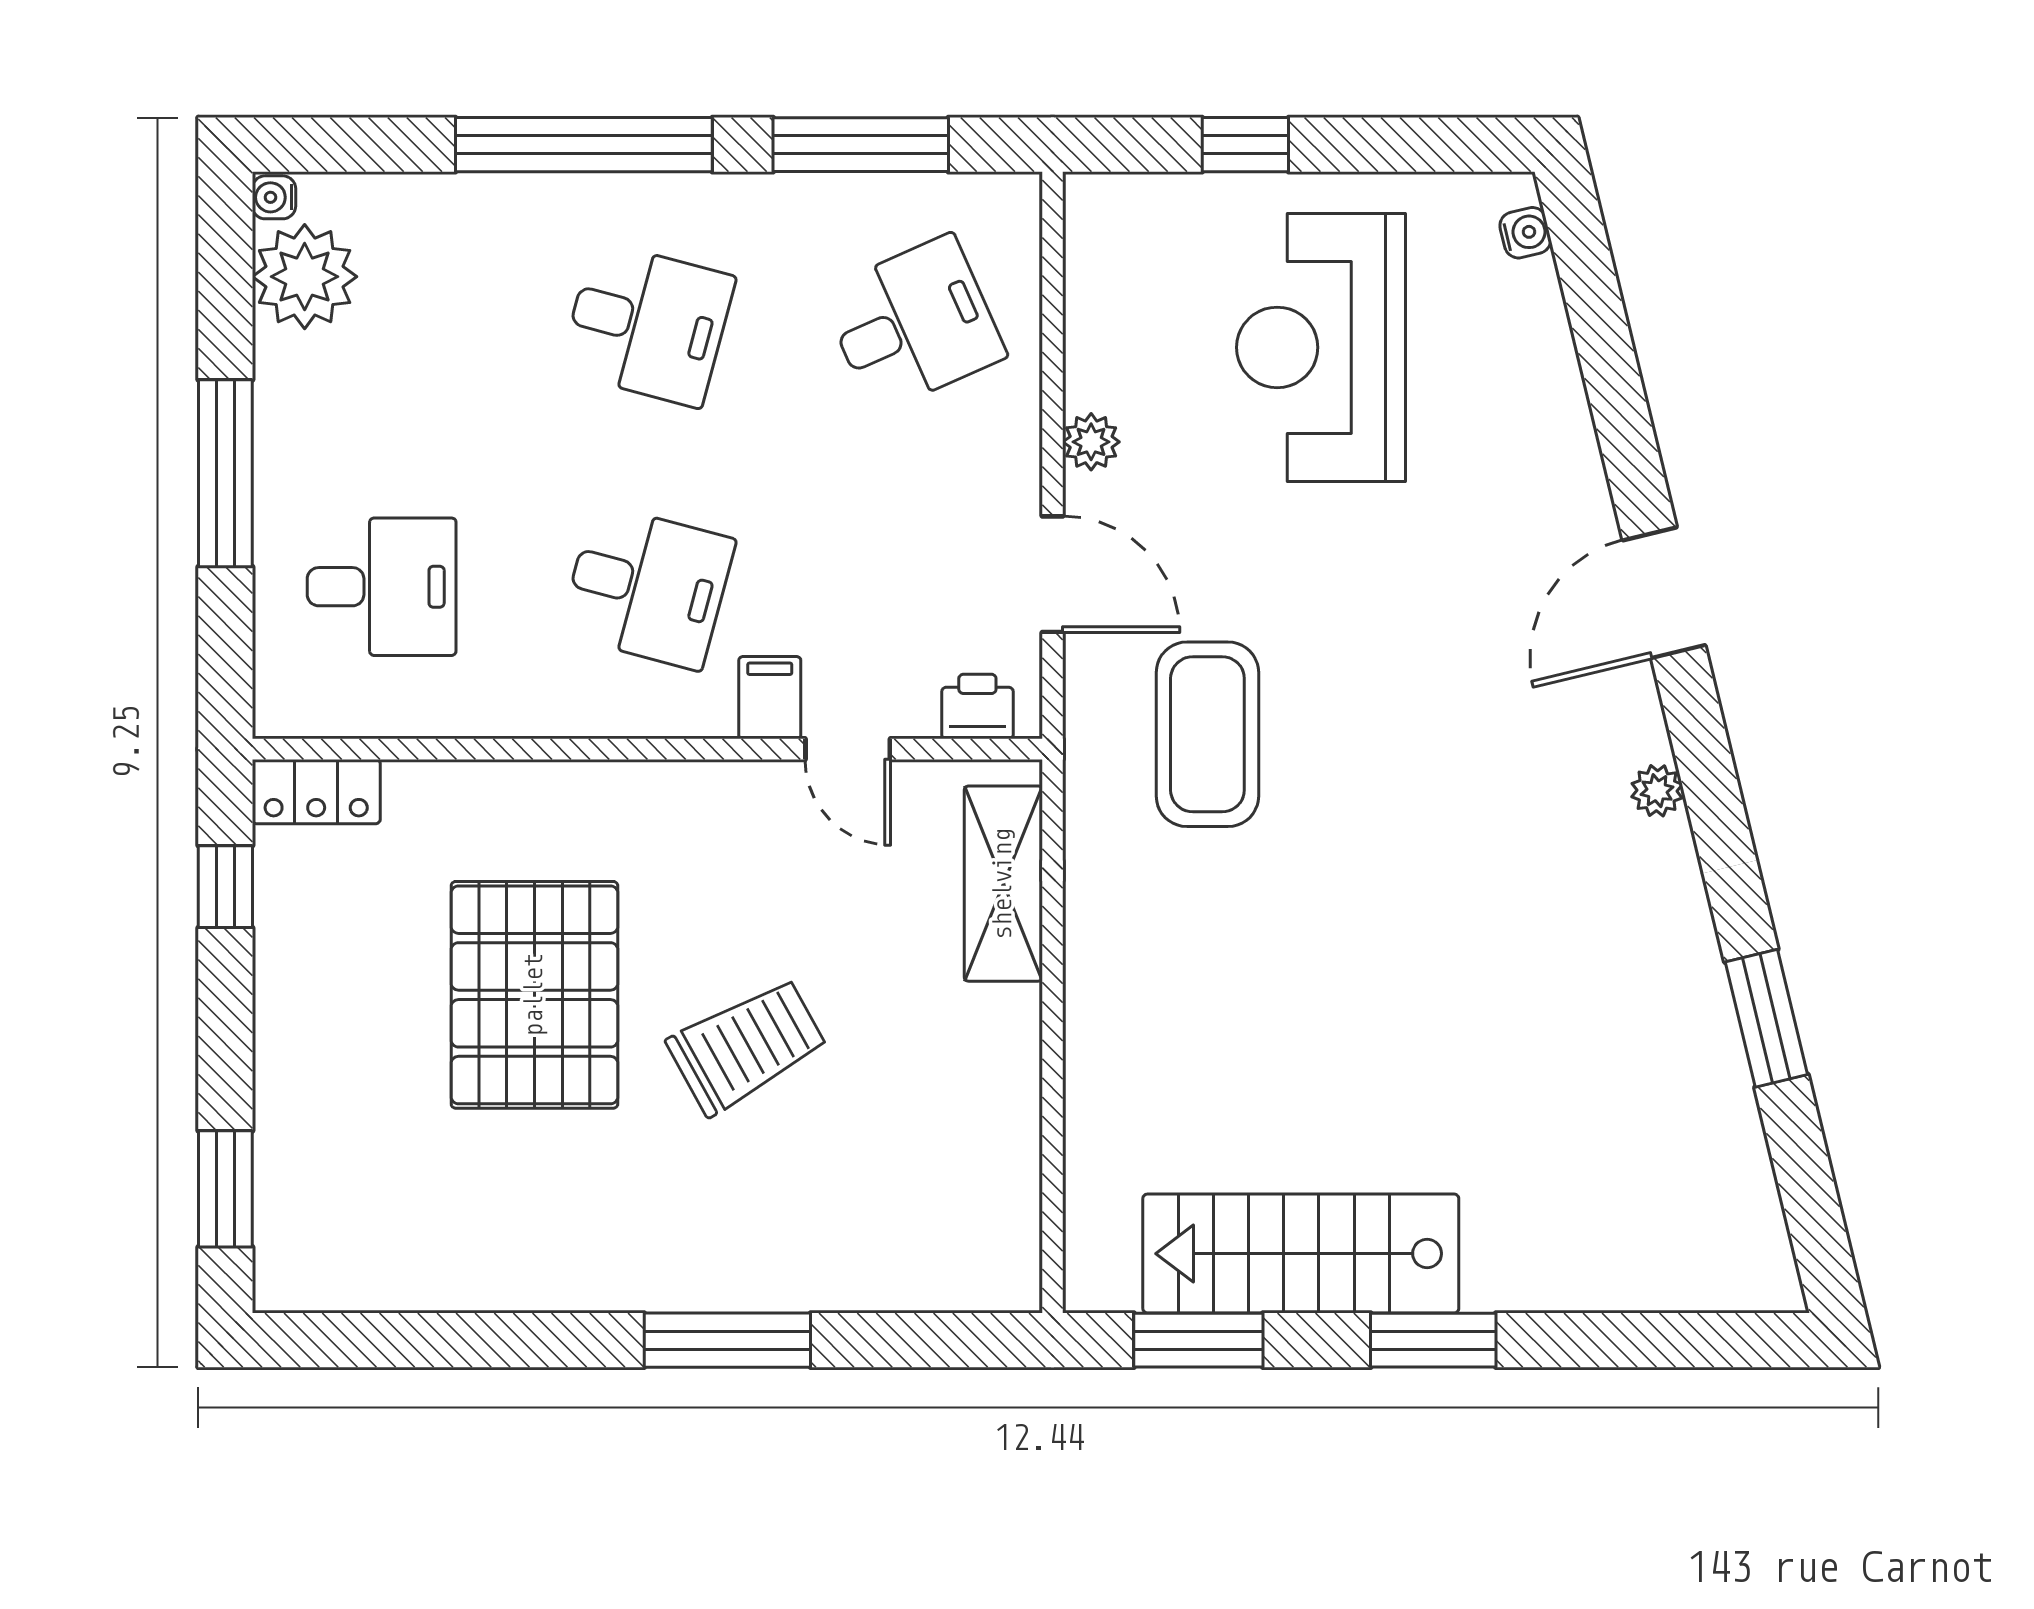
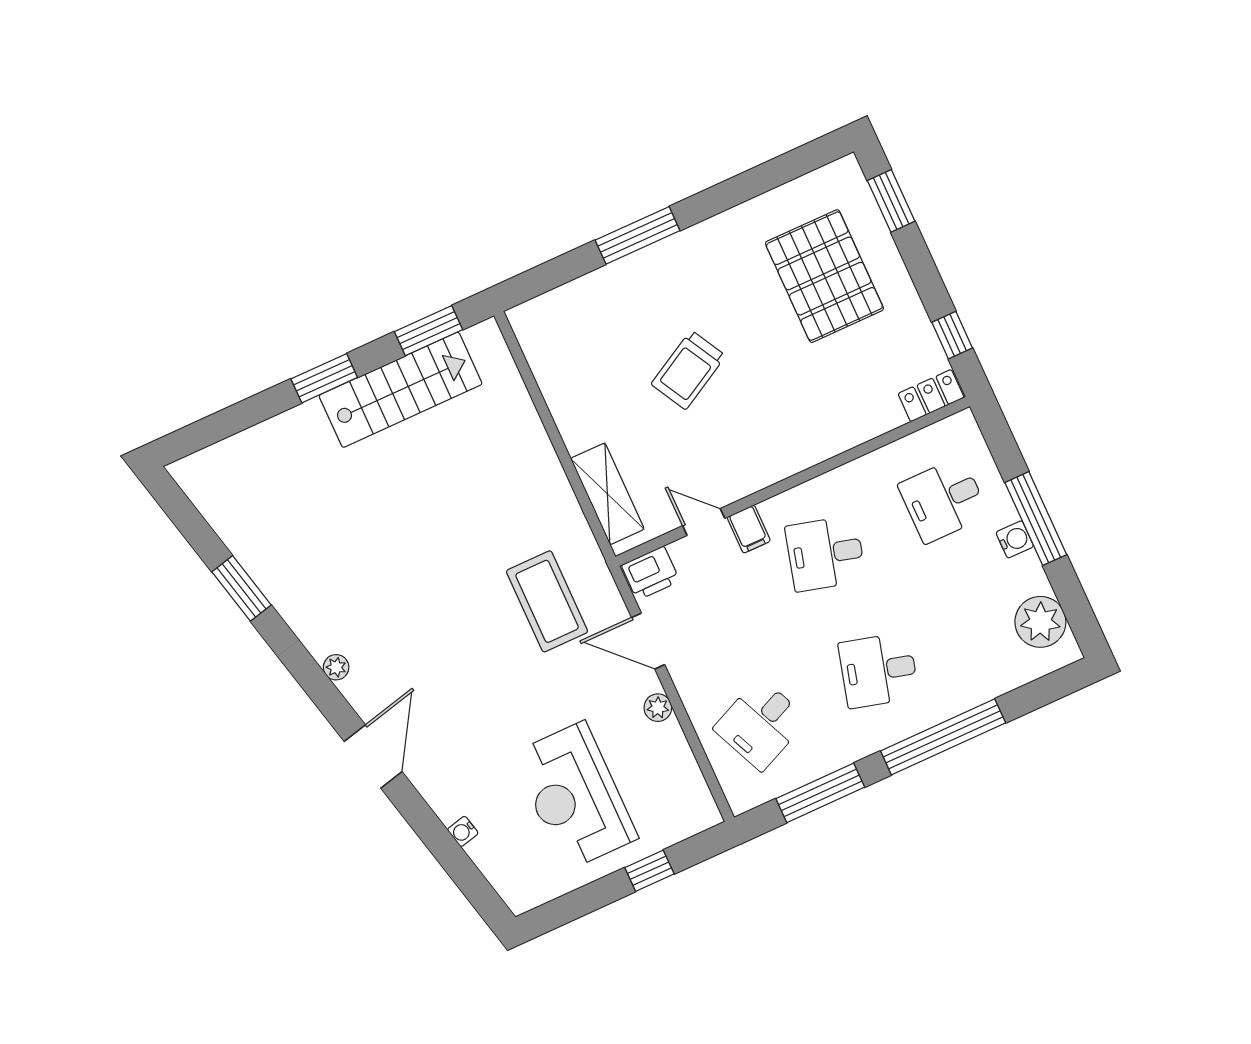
water cooler: (274, 197) -> (1015, 539), moved, width x1.38, depth x1.38
water cooler: (1525, 233) -> (463, 831), moved
reception desk: (1321, 347) -> (575, 796), turned 180
printer: (977, 707) -> (651, 573), width x1.36, depth x1.24
pallet: (534, 995) -> (824, 276), moved

